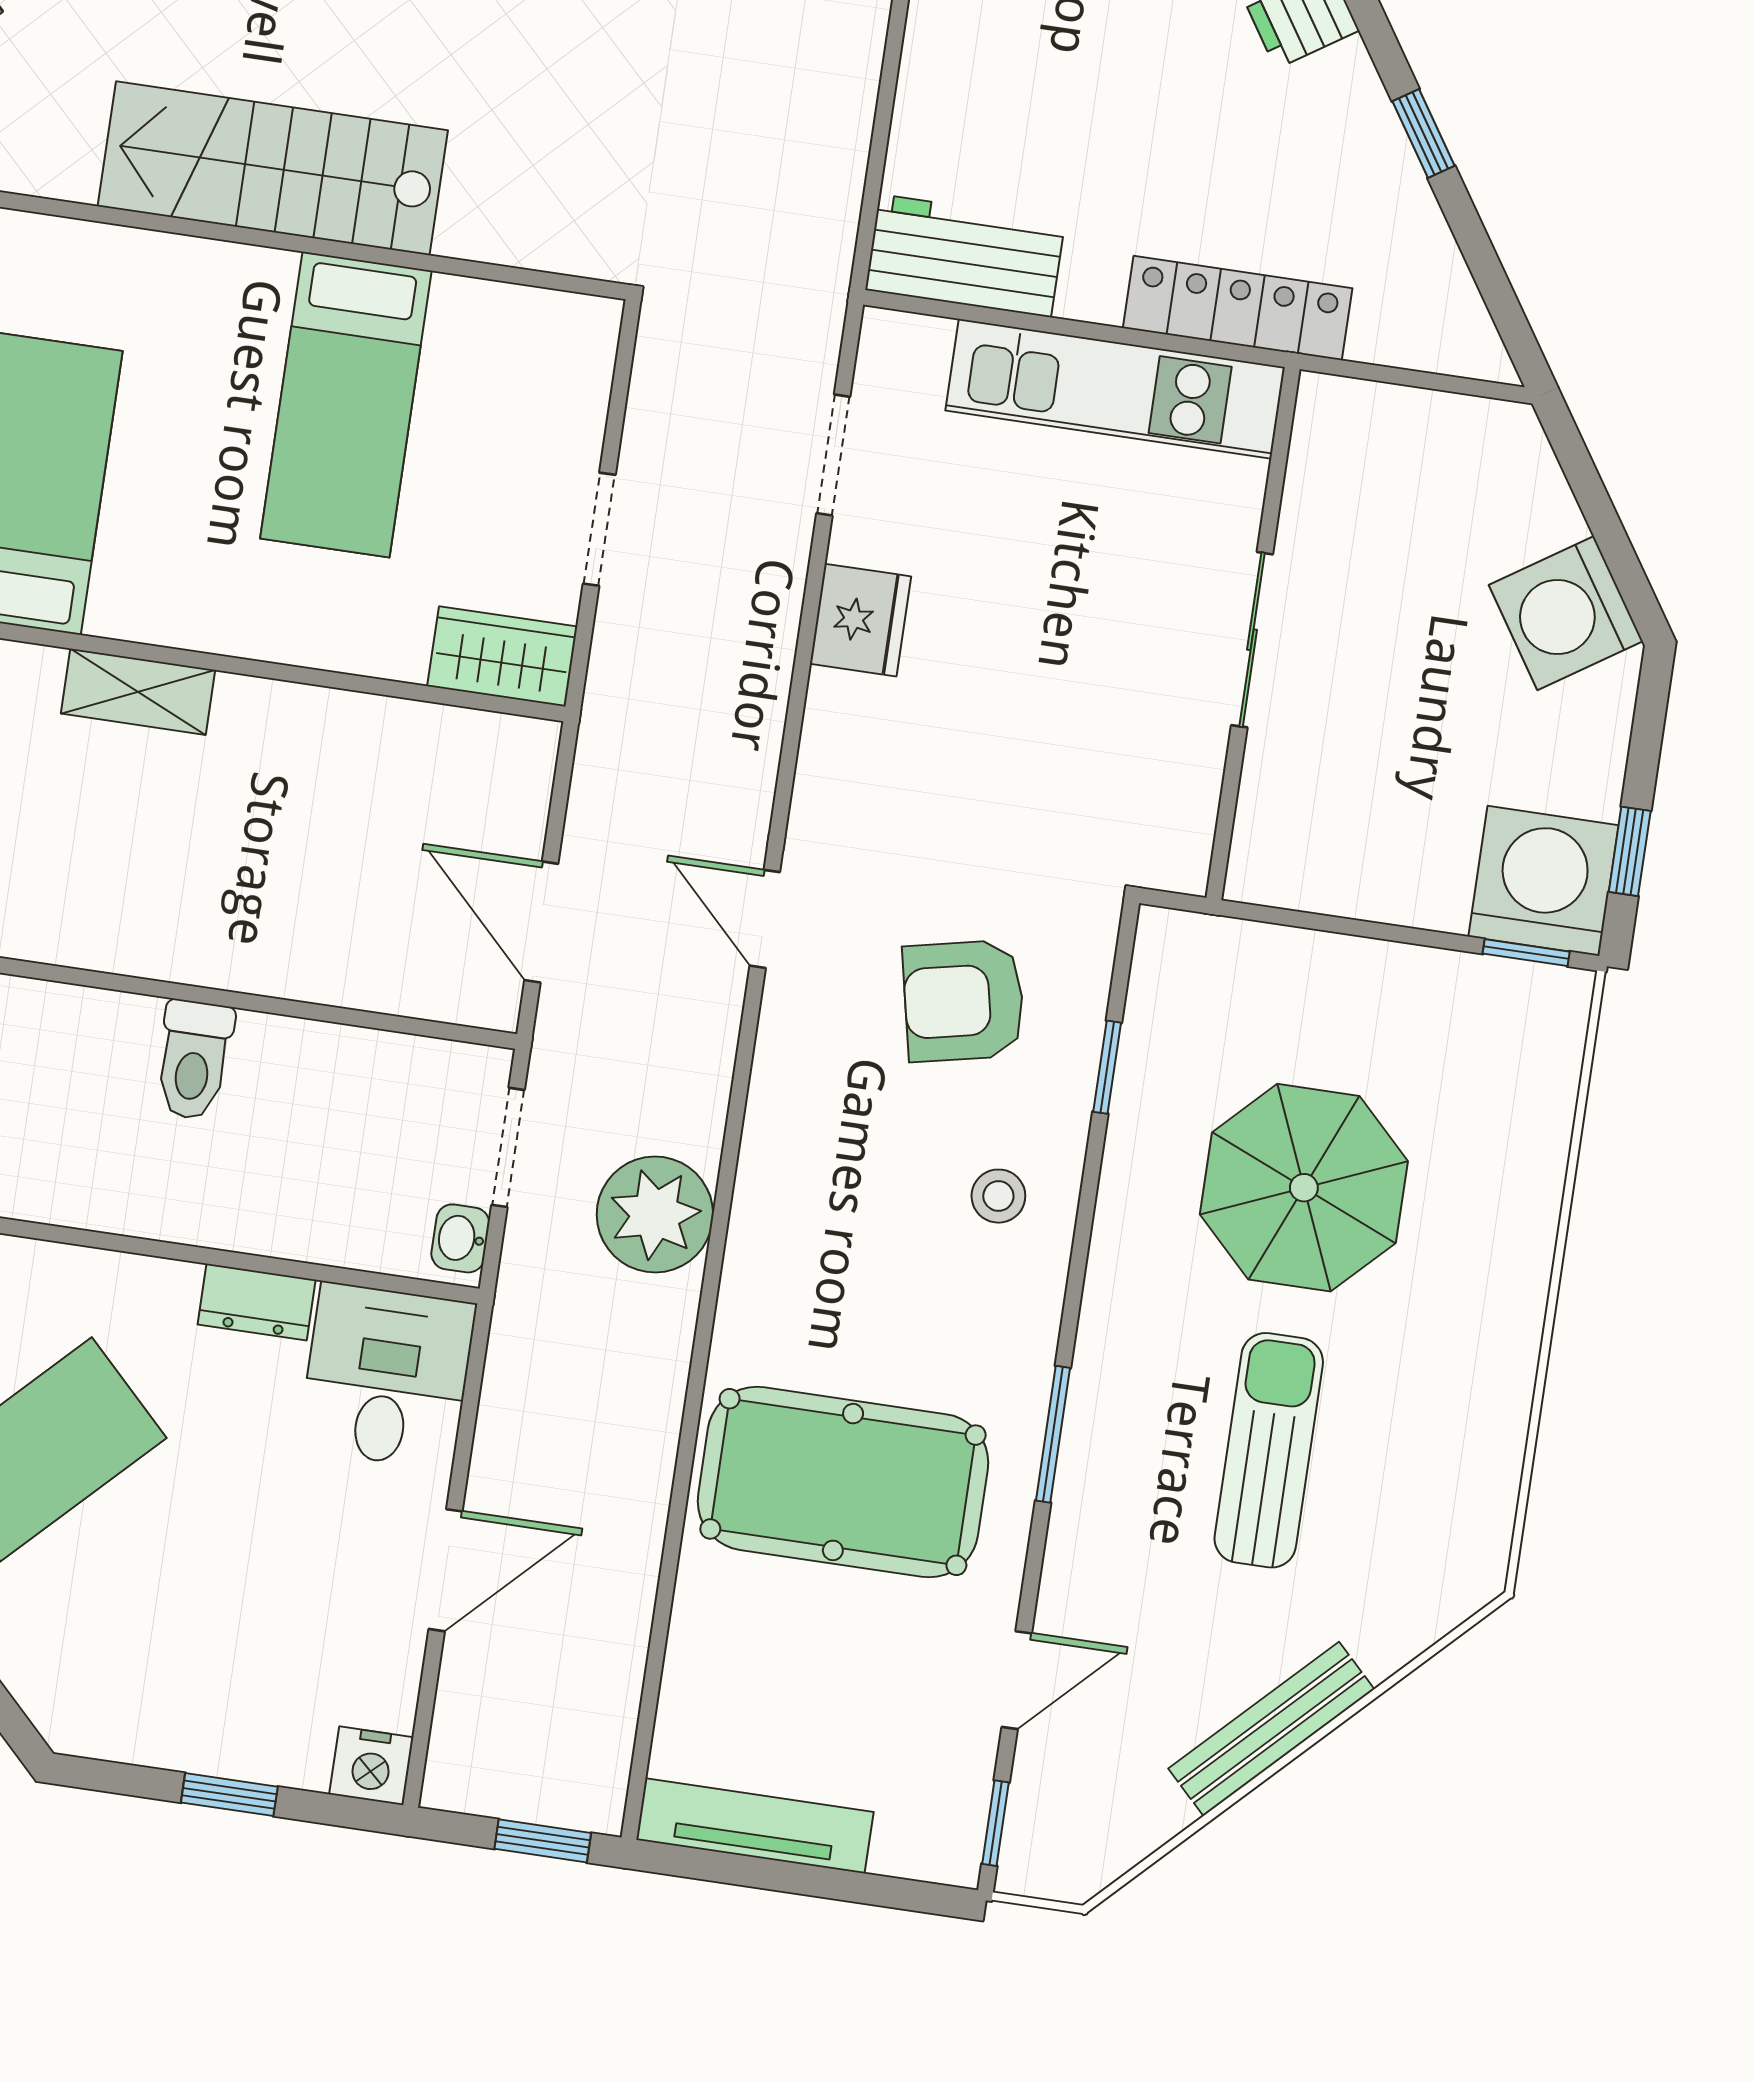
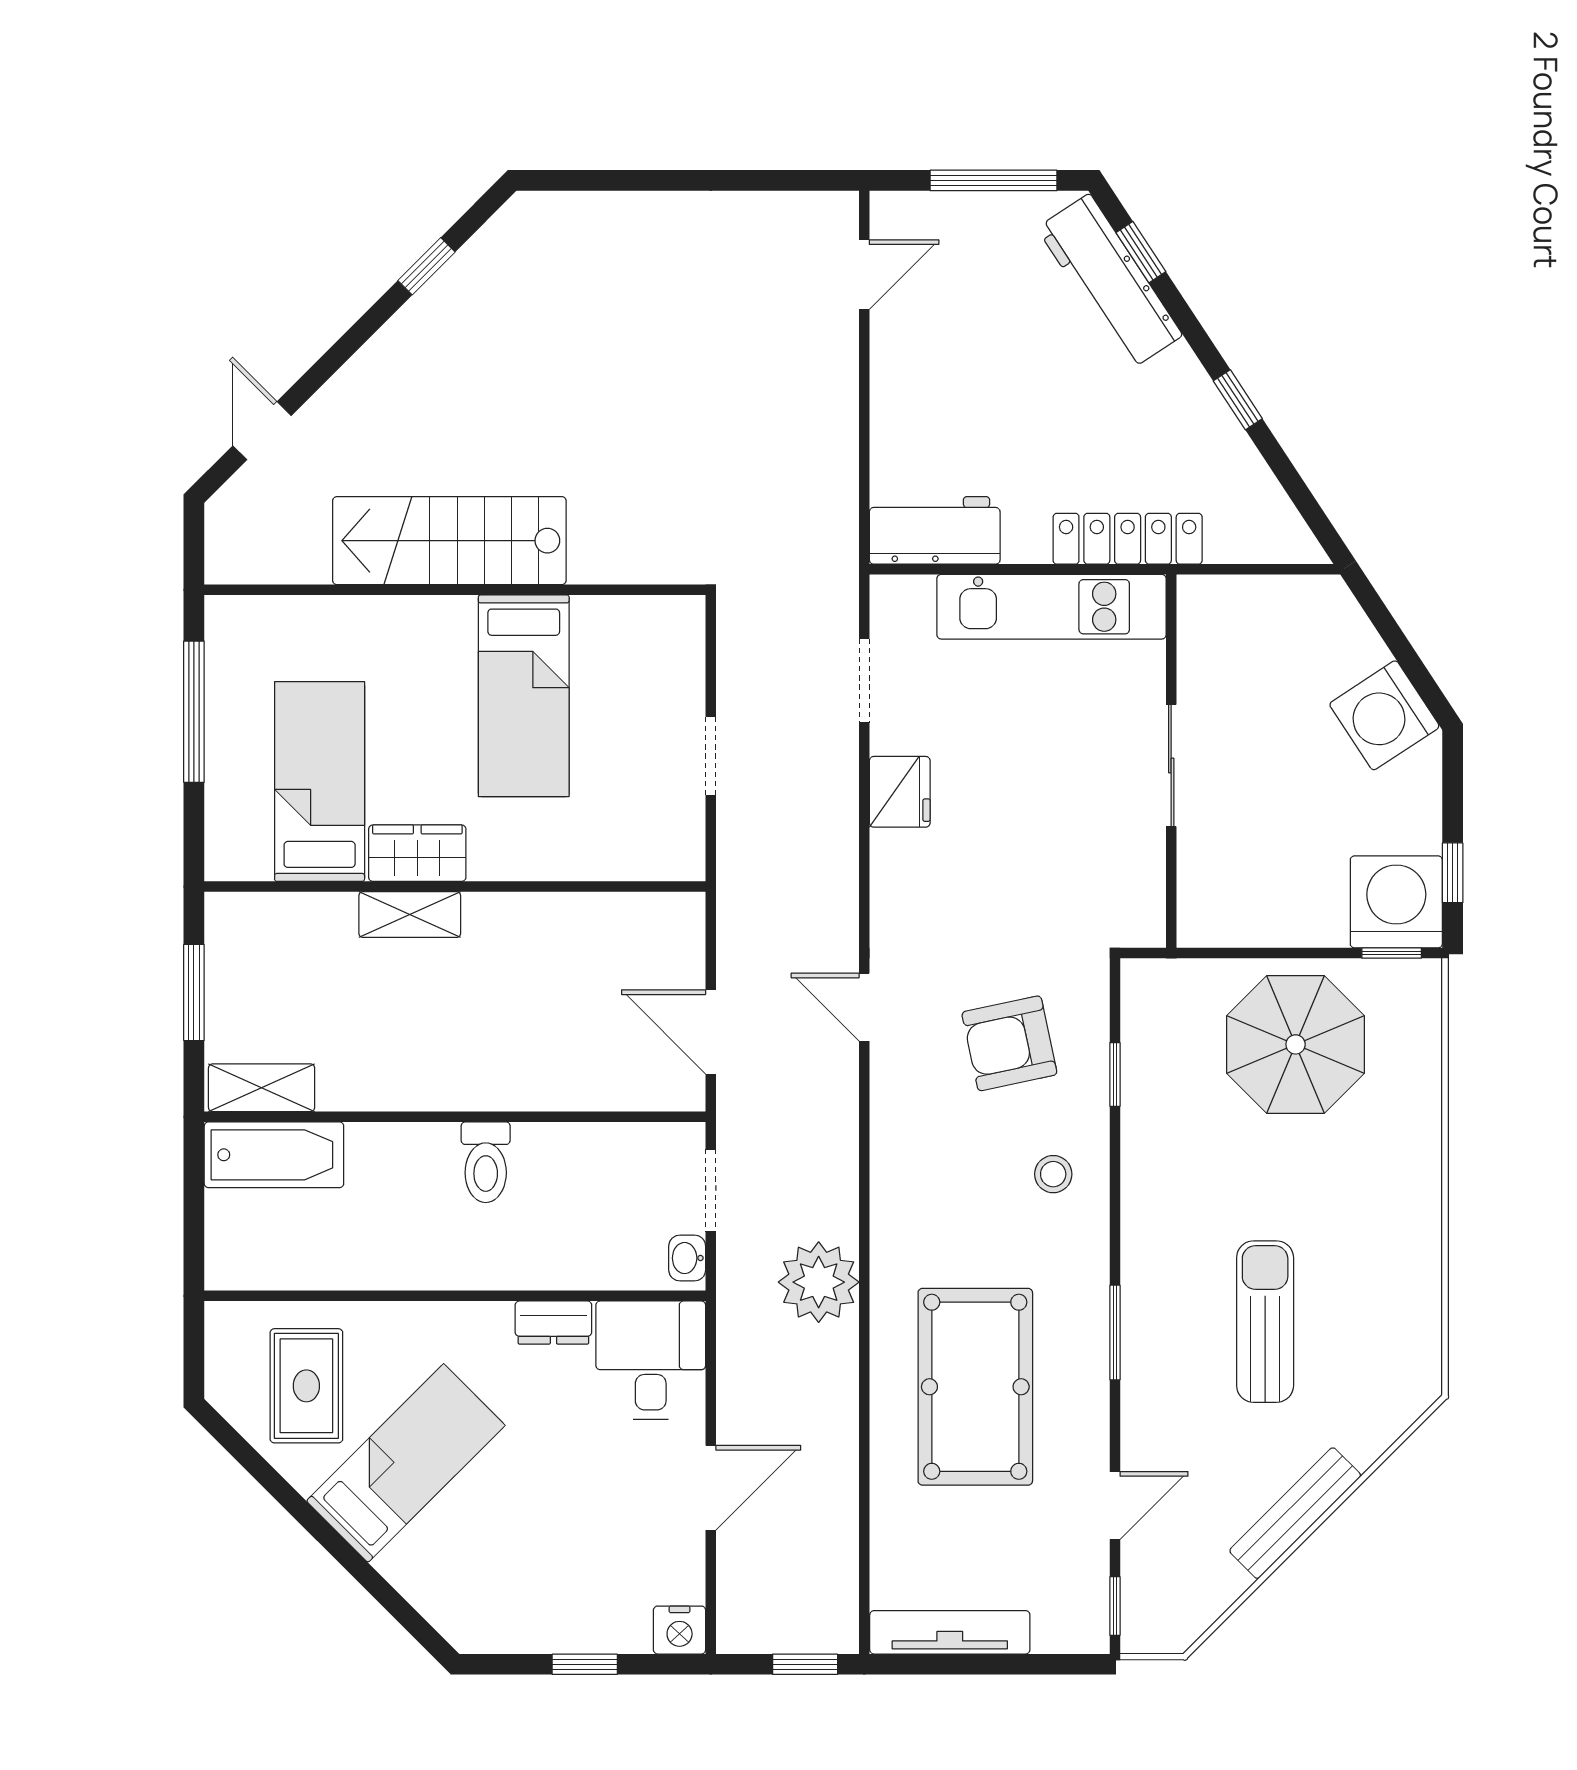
wardrobe: (502, 656) -> (417, 853), moved
parasol: (1304, 1188) -> (1296, 1044), moved
plant: (655, 1214) -> (819, 1282), moved
pool table: (843, 1482) -> (975, 1387), turned 90

